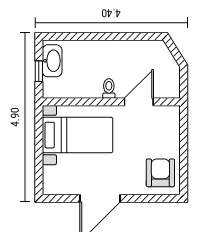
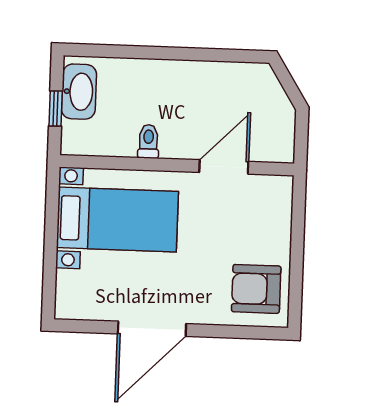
toilet: (109, 89) -> (148, 141), moved
armchair: (160, 173) -> (256, 289), turned -90

